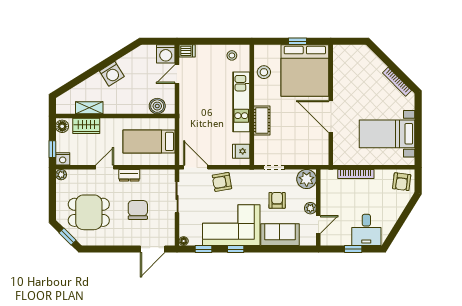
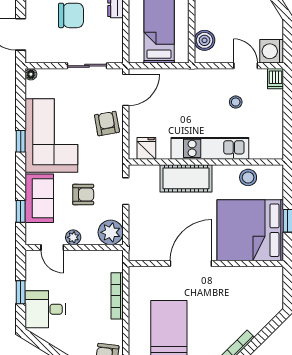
stool: (232, 55) -> (236, 102), moved
cot: (262, 120) -> (186, 178), width x1.37, depth x1.34
window: (204, 249) -> (21, 211), moved

